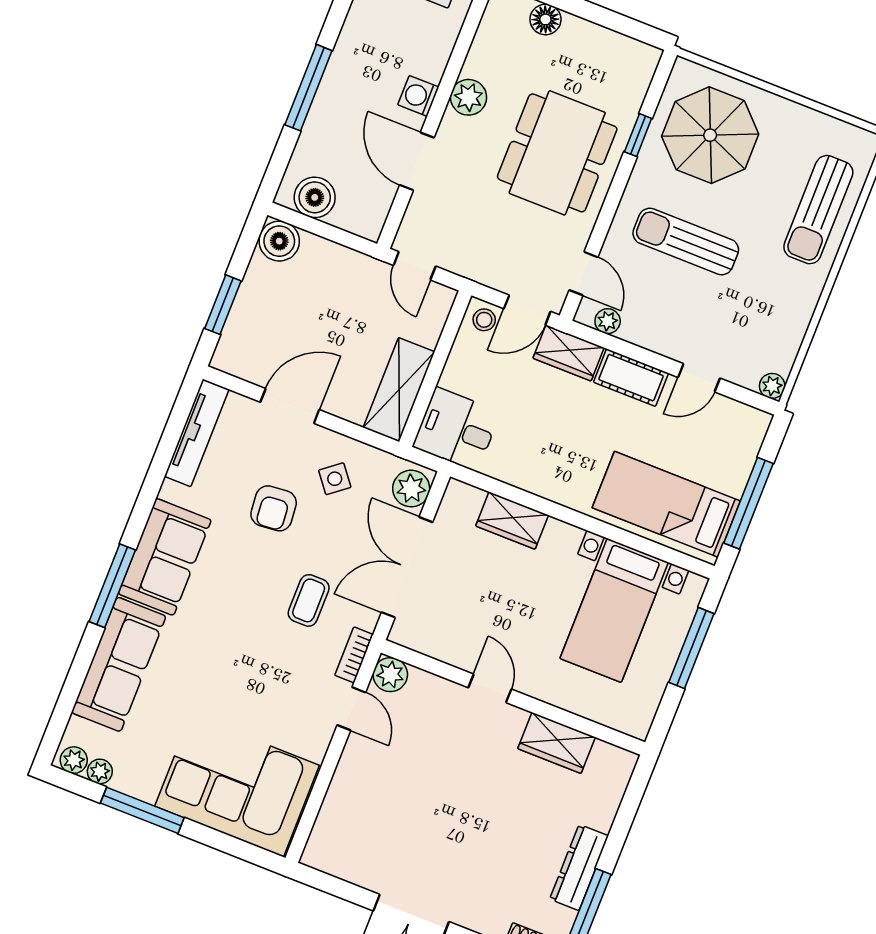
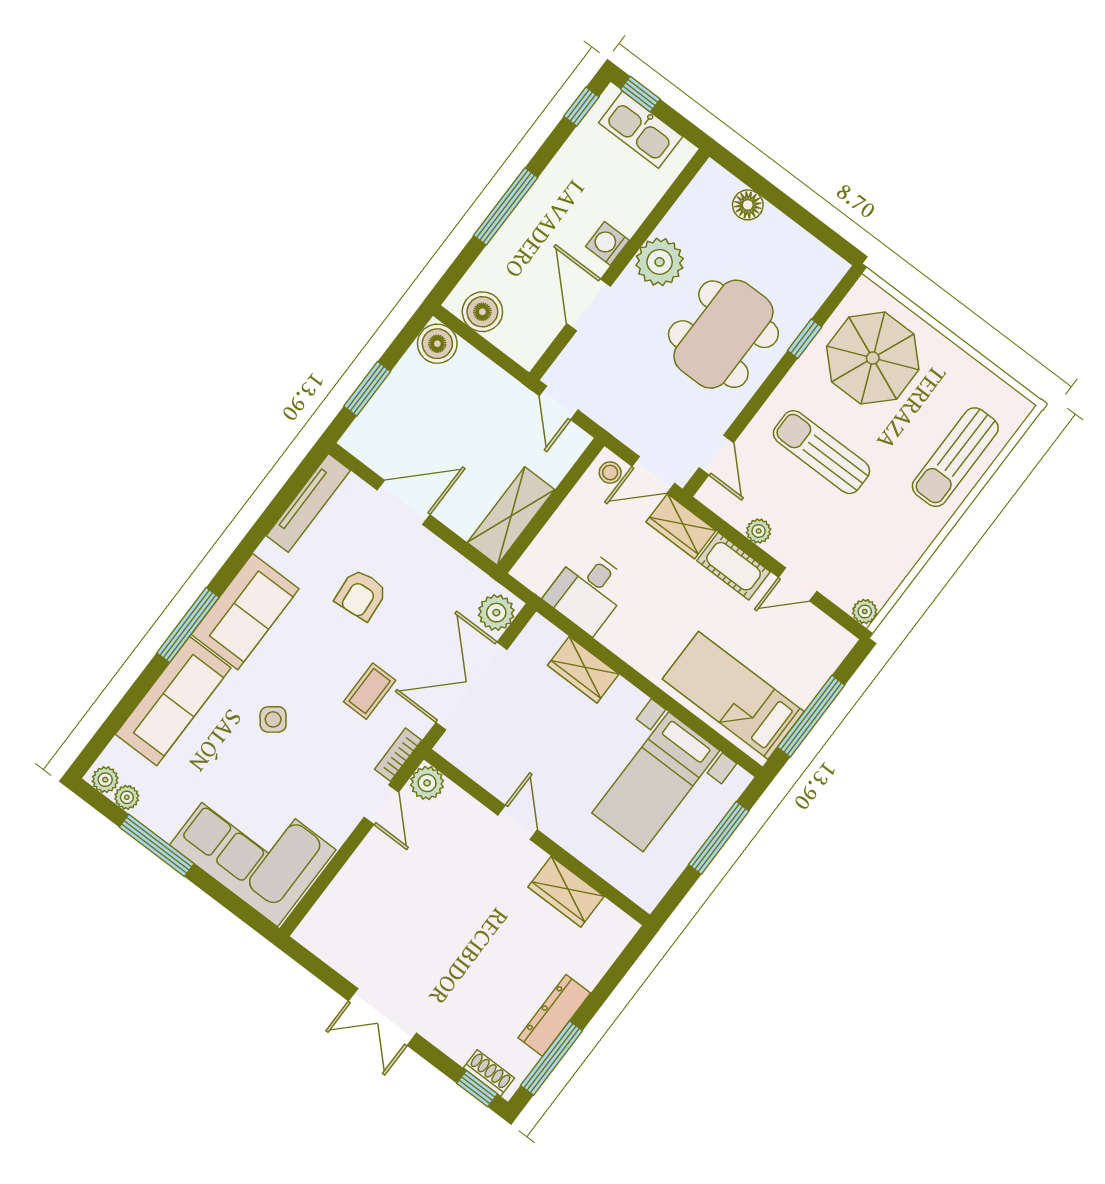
plant: (469, 97) -> (660, 262), width x1.36, depth x1.36
plant: (608, 321) -> (759, 531), moved
desk: (456, 429) -> (588, 591), moved, turned -90
side table: (335, 479) -> (273, 719), moved

